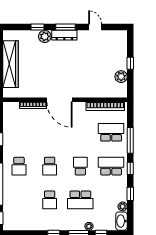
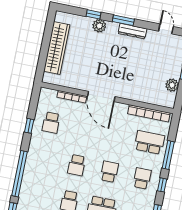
door: (95, 27) -> (166, 29), moved
dresser: (64, 35) -> (132, 31), moved
school desk: (19, 166) -> (51, 123), moved
school desk: (111, 166) -> (142, 178), width x0.54

